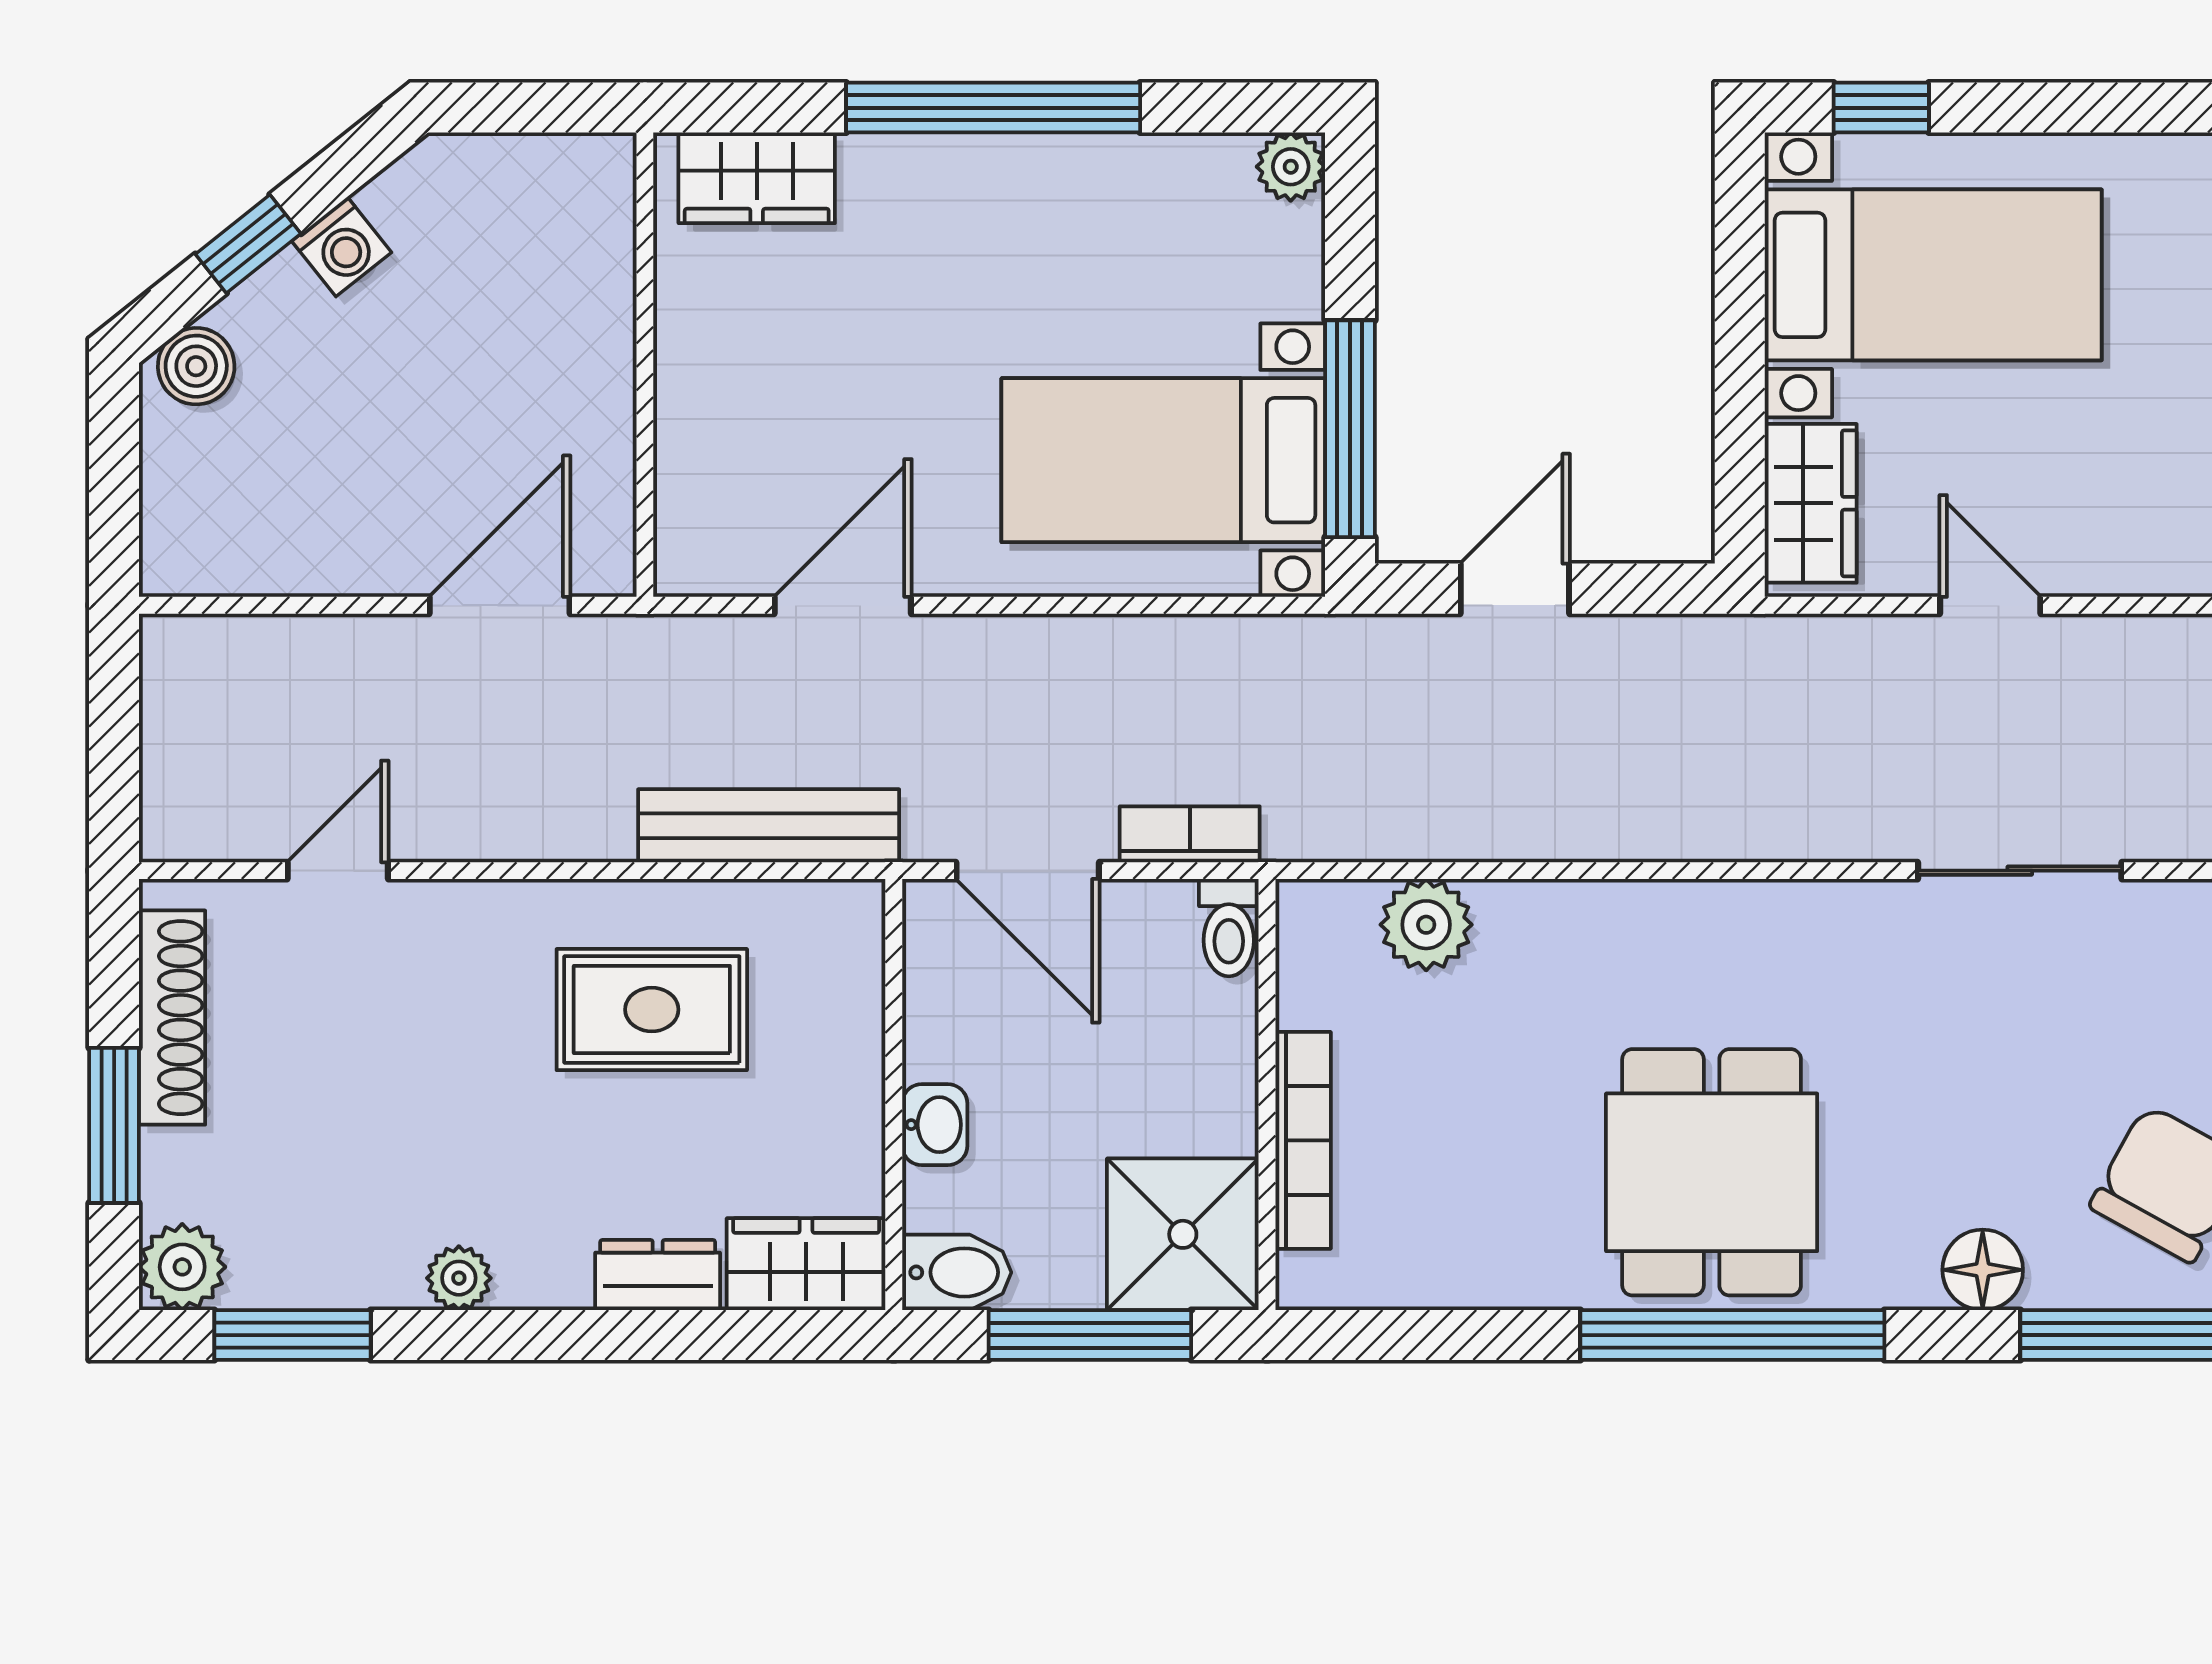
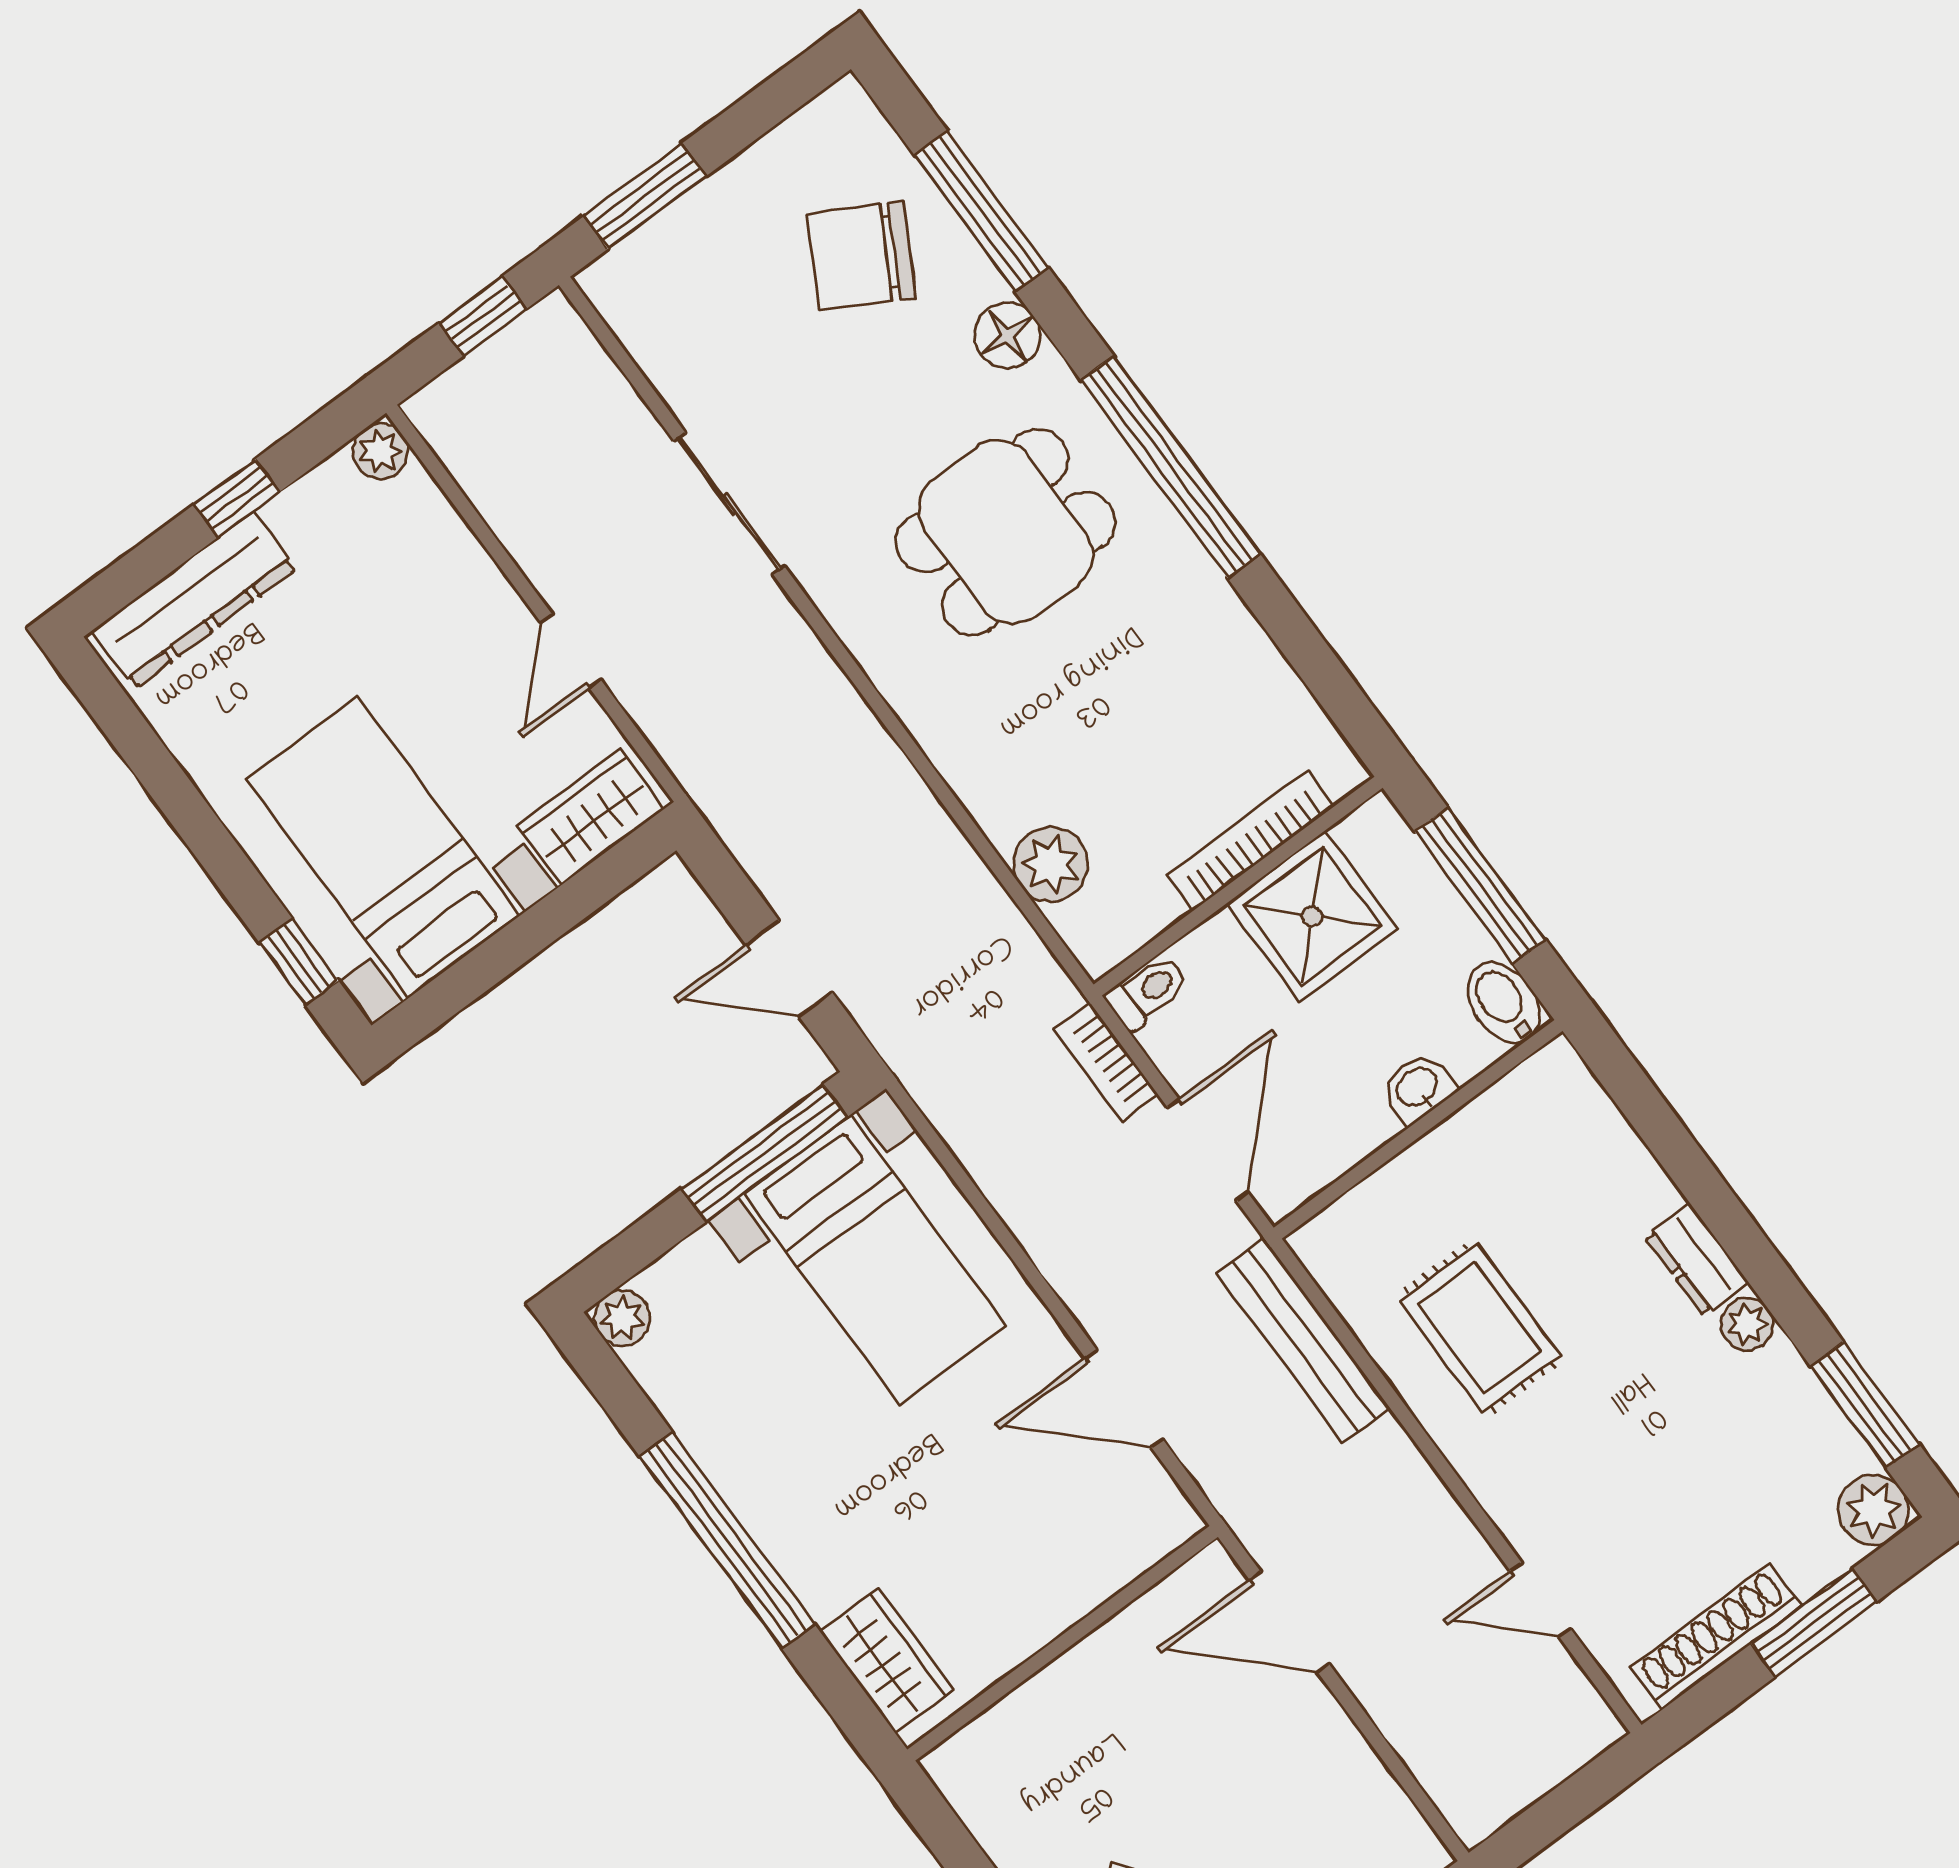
dining table: (1712, 1172) -> (1005, 532), moved
shower: (1183, 1234) -> (1312, 916), moved
wardrobe: (806, 1264) -> (1571, 1105), removed
dresser: (658, 1275) -> (1697, 1260), moved

